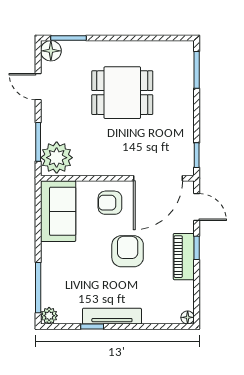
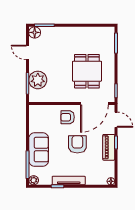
dining table: (122, 93) -> (87, 71), moved, turned 90
plant: (57, 158) -> (38, 80), moved
sofa: (58, 211) -> (39, 150), moved

